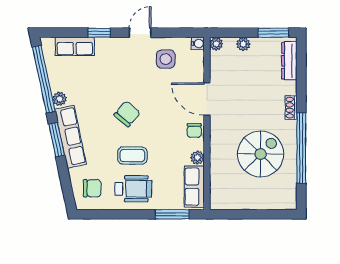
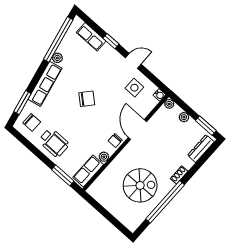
window: (57, 140) -> (22, 102), moved
coffee table: (132, 156) -> (69, 124), removed

